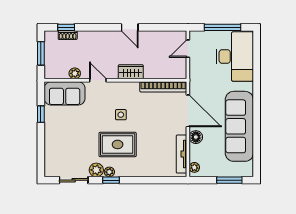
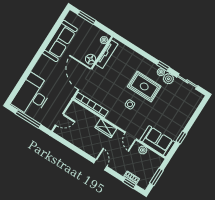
door: (130, 27) -> (100, 165), moved
sofa: (239, 126) -> (60, 41), width x0.74, depth x0.79

